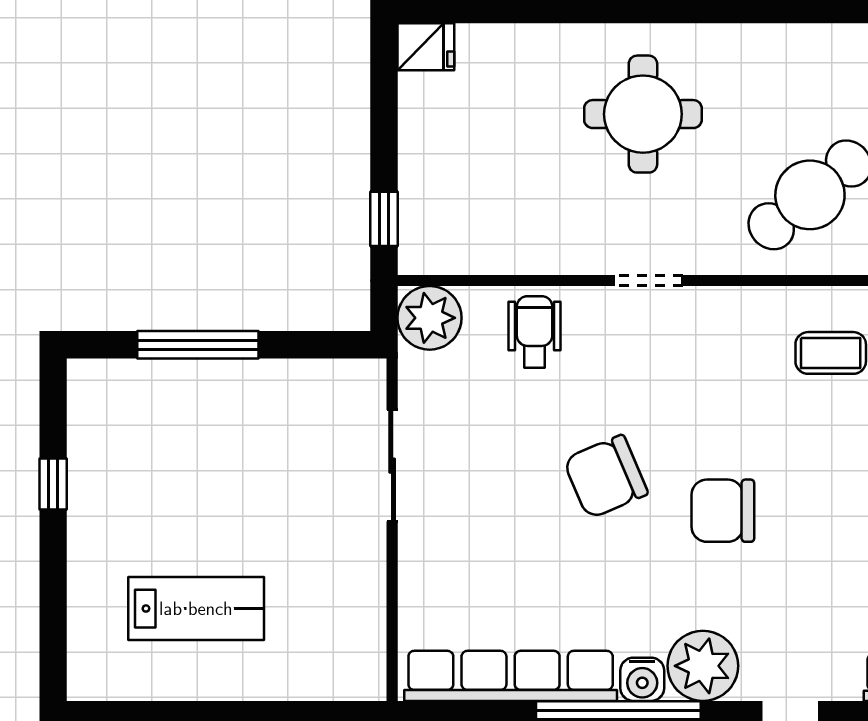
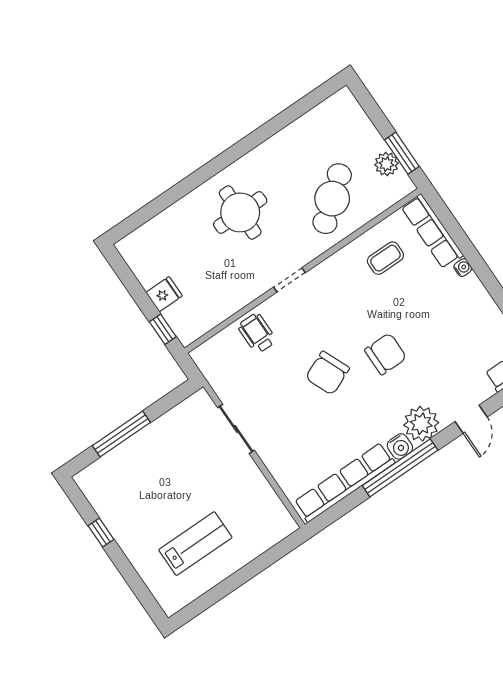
fridge: (426, 47) -> (164, 294), moved
plant: (430, 318) -> (210, 357), removed
chair: (723, 511) -> (386, 354), turned 180

